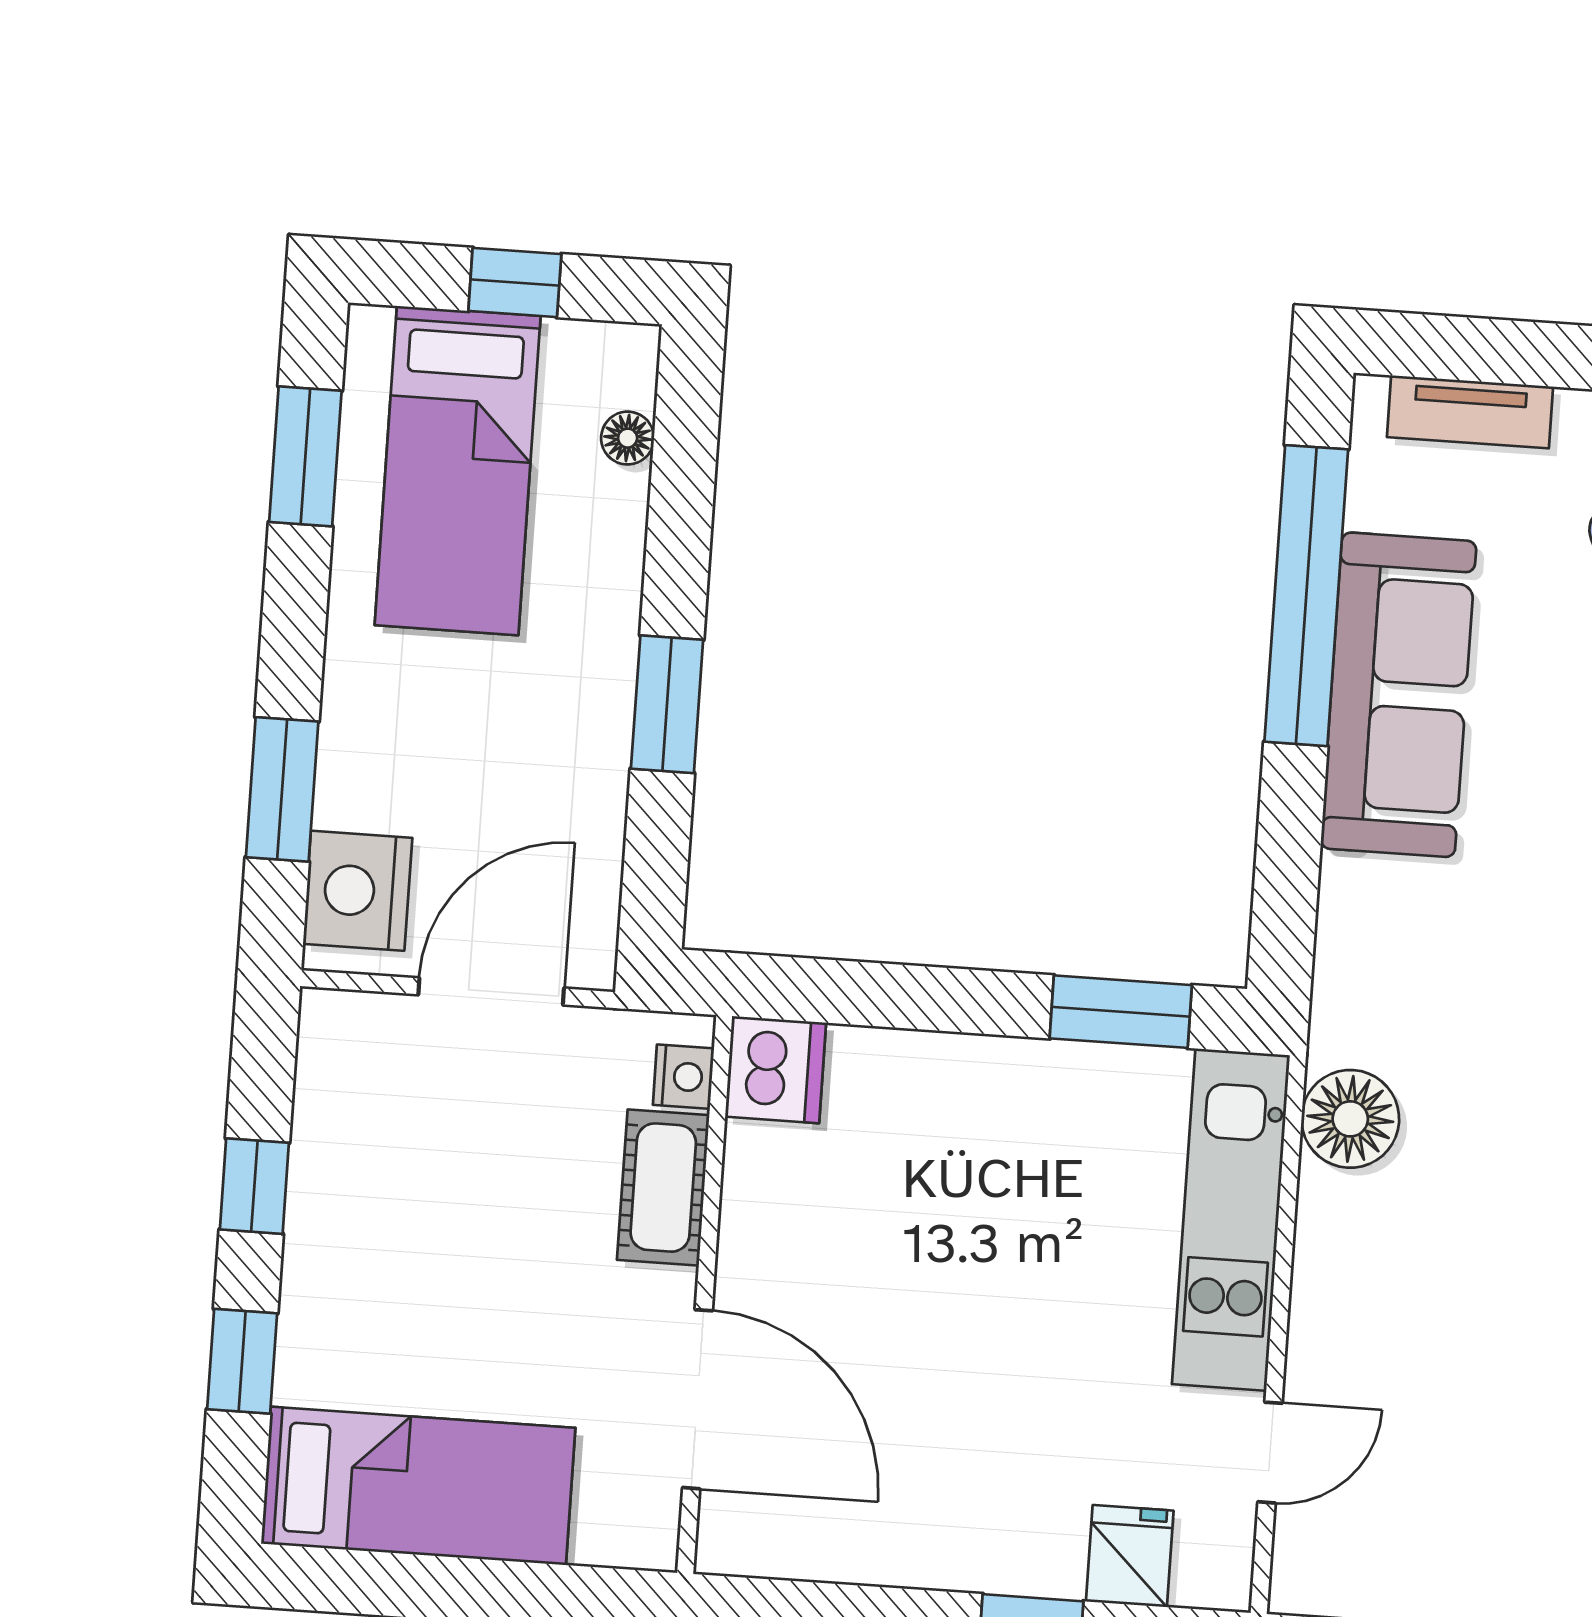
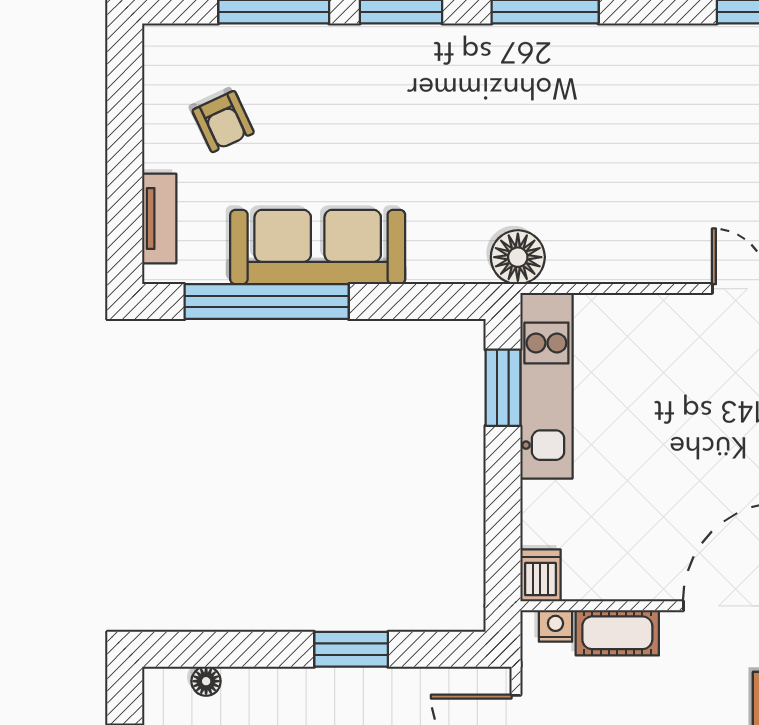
dishwasher: (776, 1070) -> (540, 575), width x0.73
floor lamp: (1350, 1119) -> (518, 257), moved
kitchen unit: (1231, 1220) -> (546, 386), moved, turned -90

